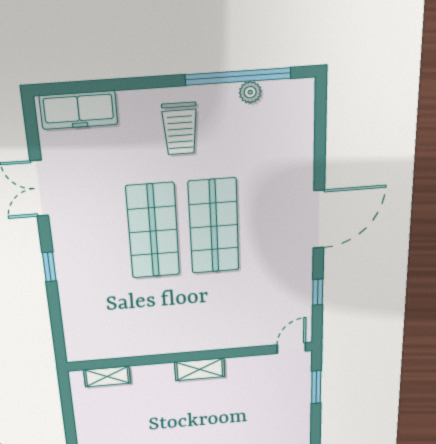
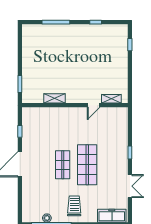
shop shelf: (214, 226) -> (63, 165), width x0.70, depth x0.74
door: (291, 348) -> (94, 105), moved
shelving: (200, 369) -> (55, 98), moved

